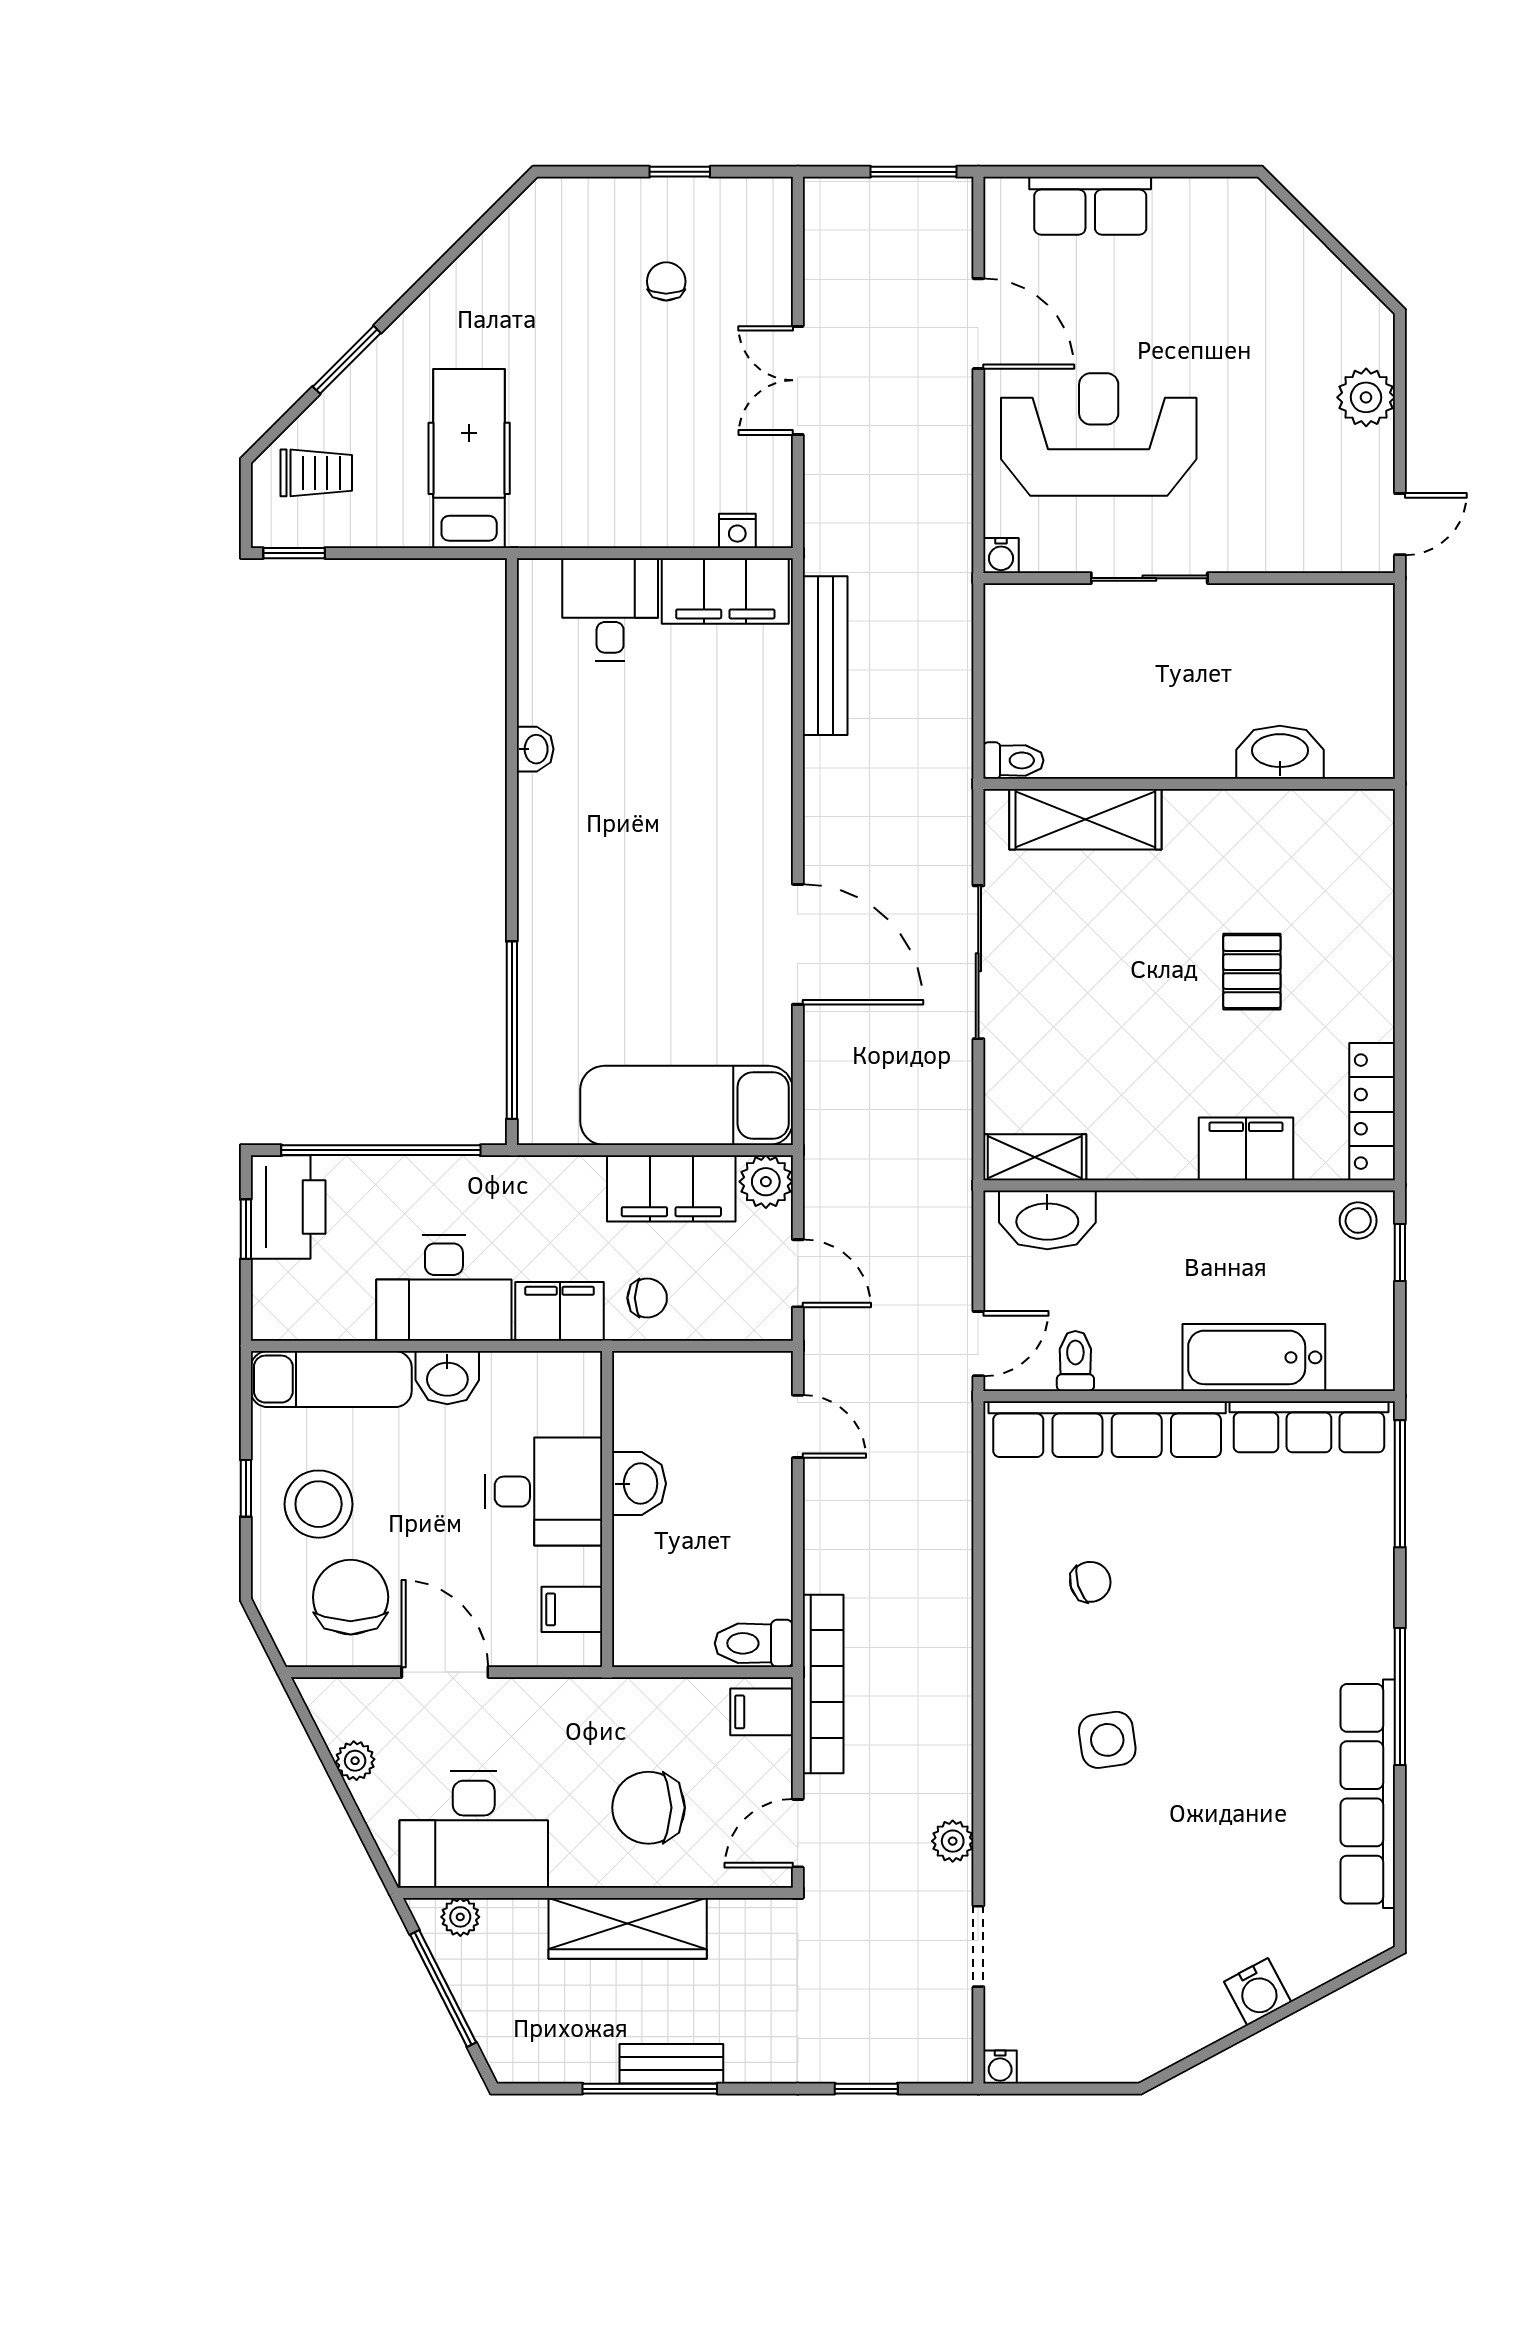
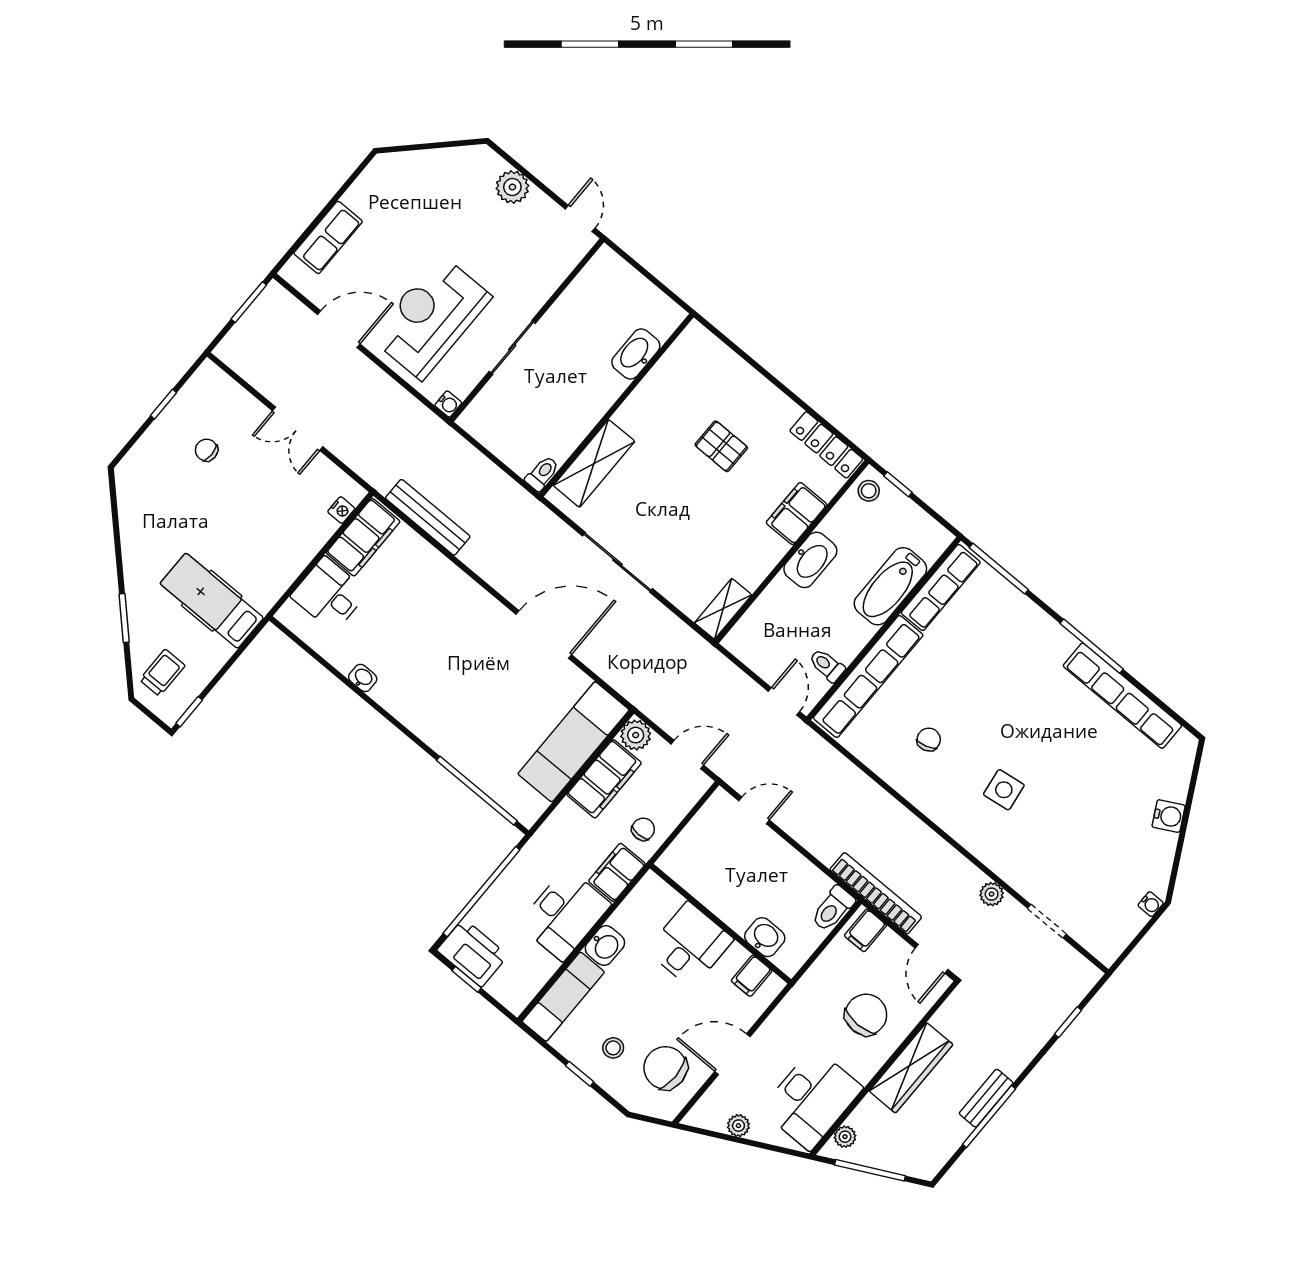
washbasin: (1047, 1220) -> (810, 560), moved
washbasin: (639, 1484) -> (765, 937), moved
stool: (319, 1504) -> (613, 1048), width x0.53, depth x0.53
chair: (648, 1808) -> (866, 1015), turned 180
water cooler: (1000, 2067) -> (1151, 904), moved

